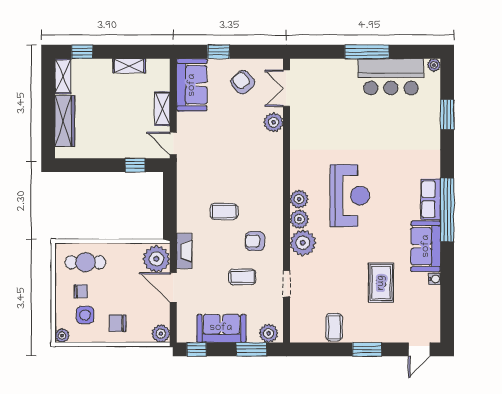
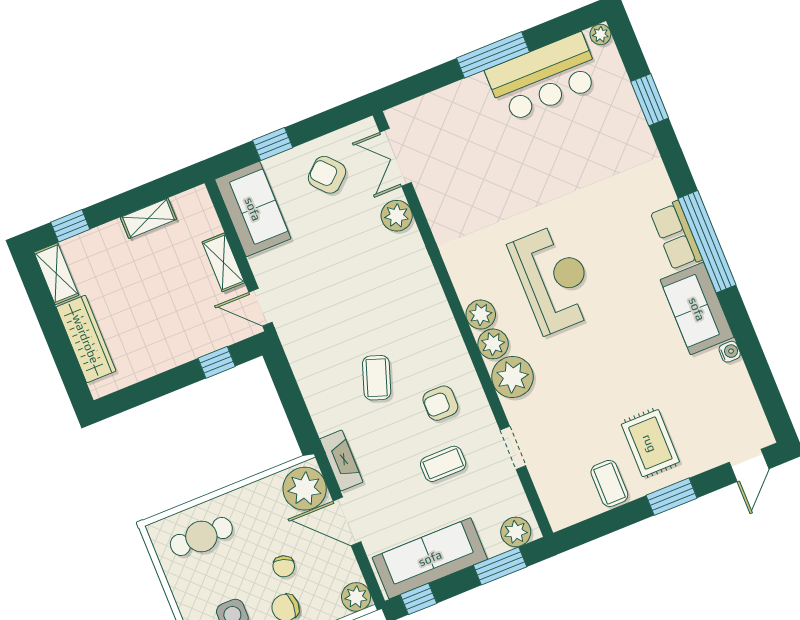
coffee table: (224, 211) -> (377, 378), turned -71
rug: (381, 283) -> (650, 443), moved
chair: (81, 291) -> (284, 566), moved, turned 109
sofa: (221, 328) -> (430, 558), width x1.36

